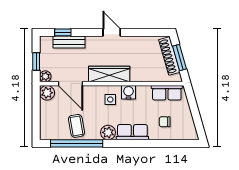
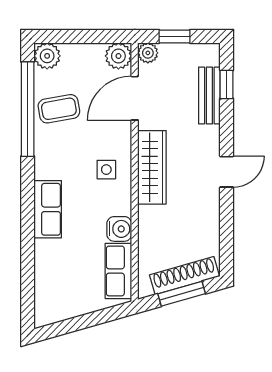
water cooler: (128, 92) -> (119, 229), moved
chair: (165, 122) -> (66, 267), removed
plant: (108, 132) -> (47, 56), moved

